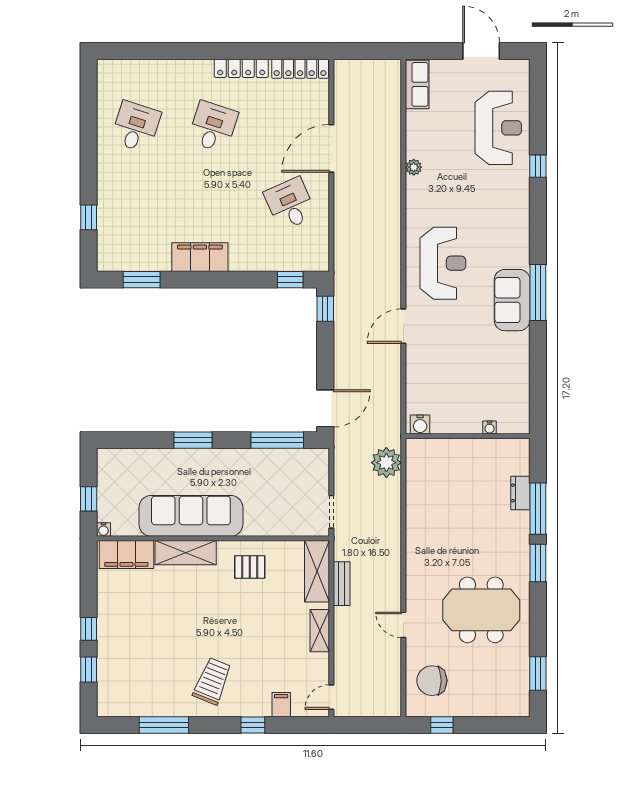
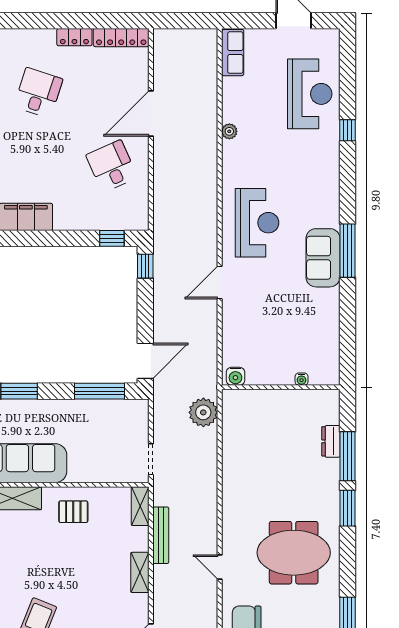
locker: (241, 68) -> (74, 37), width x0.66
shelving: (317, 571) -> (140, 506), width x0.67, depth x0.75
bench: (342, 584) -> (161, 535), width x1.36

